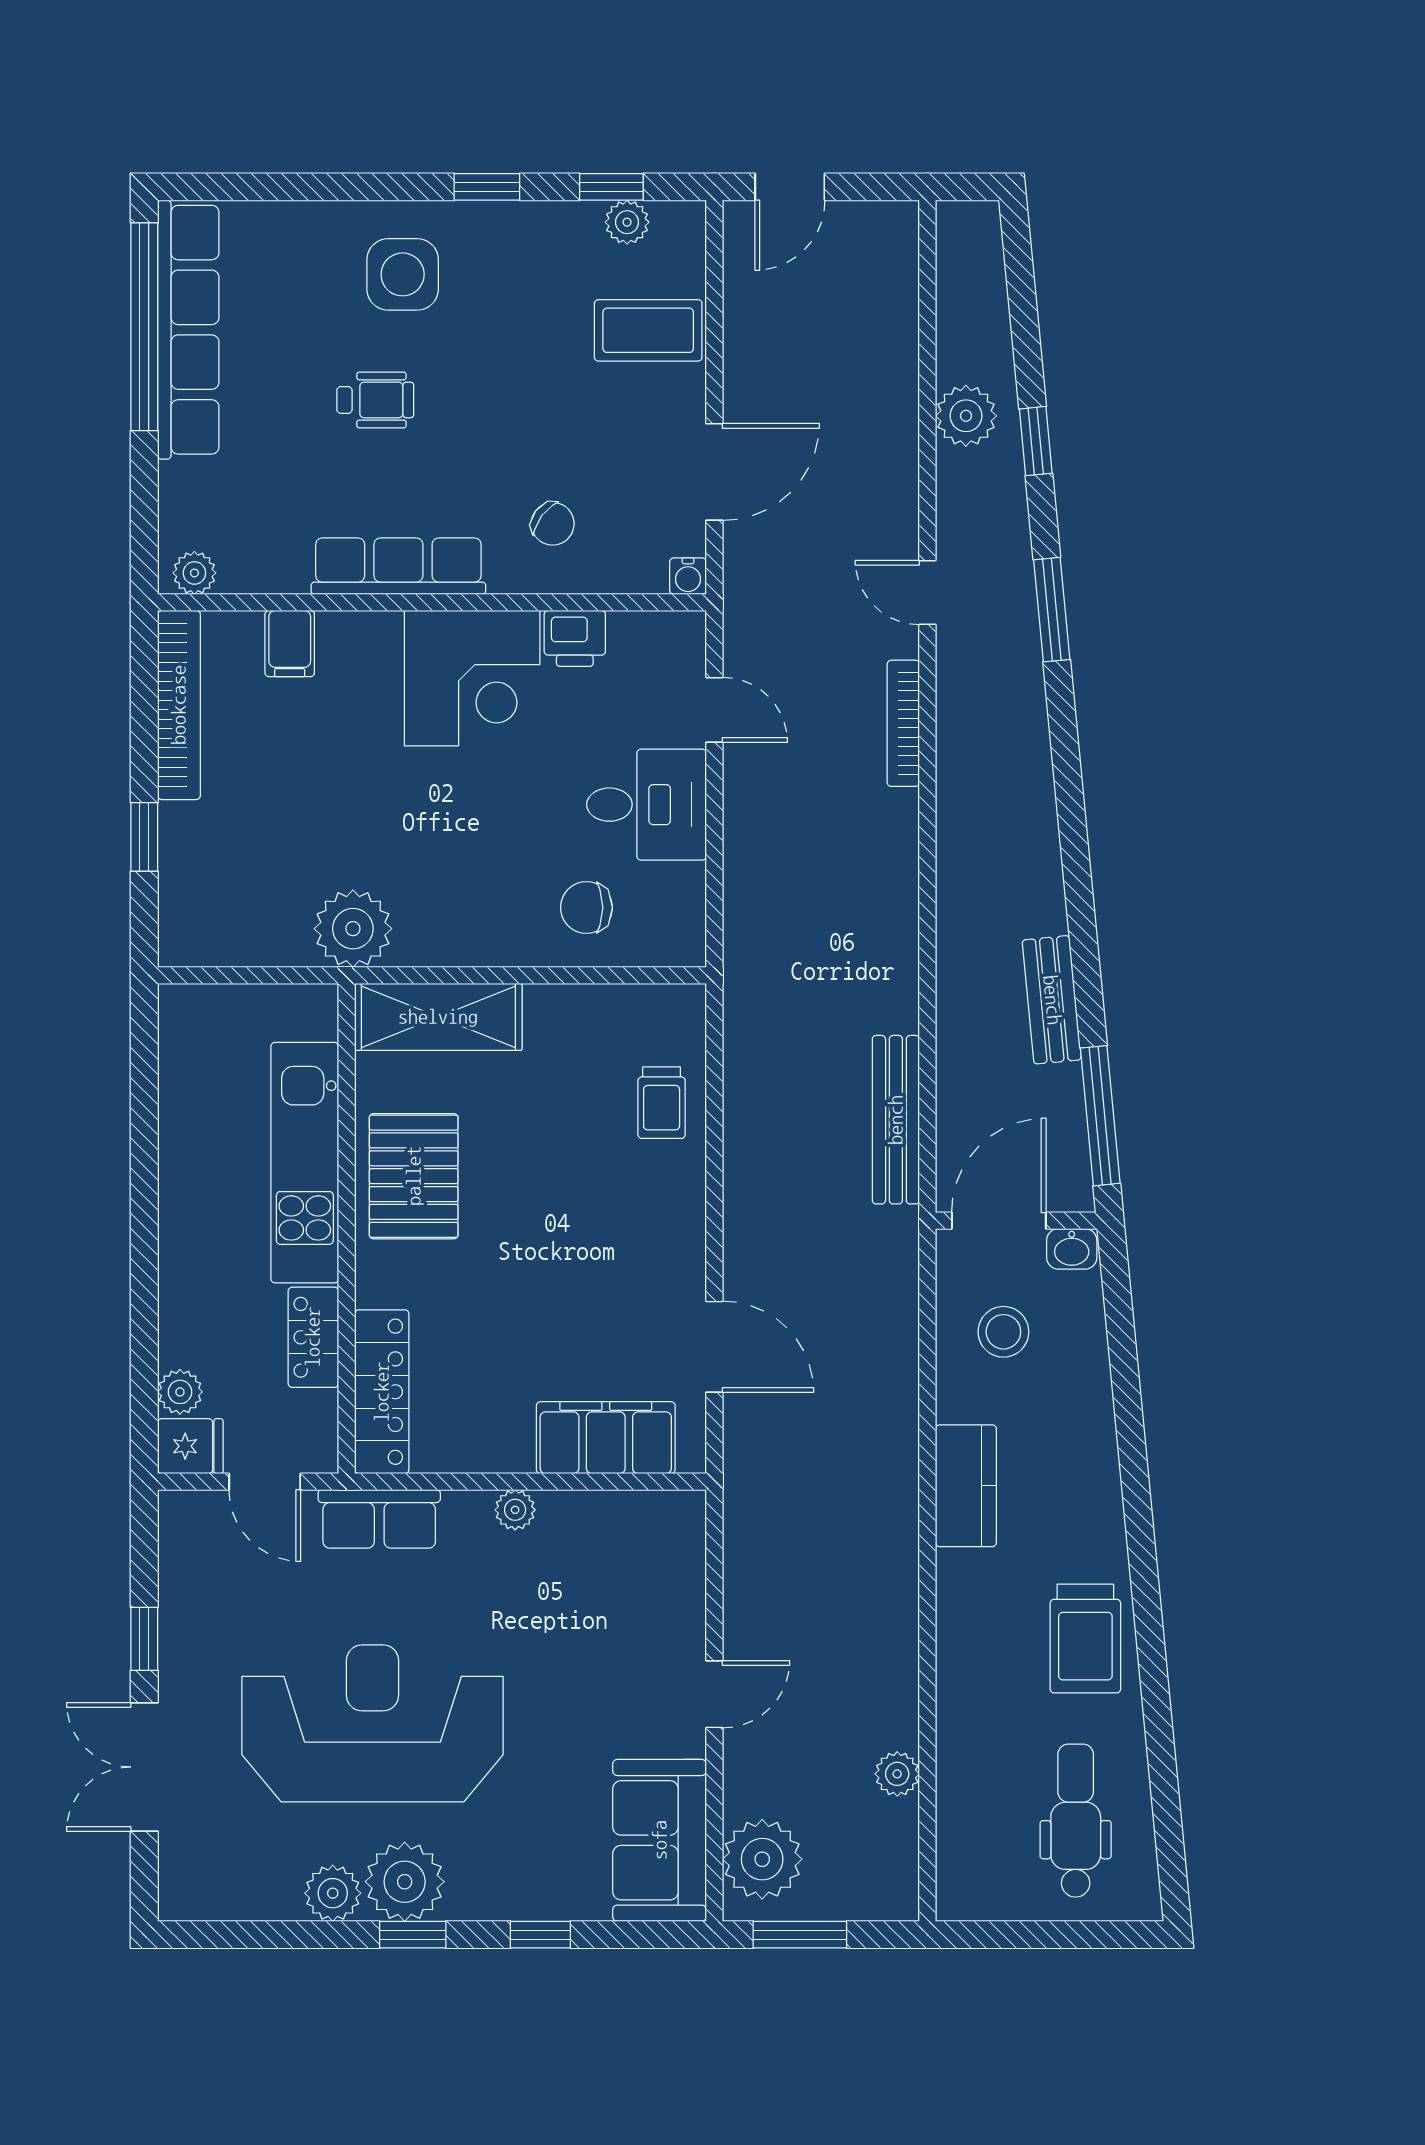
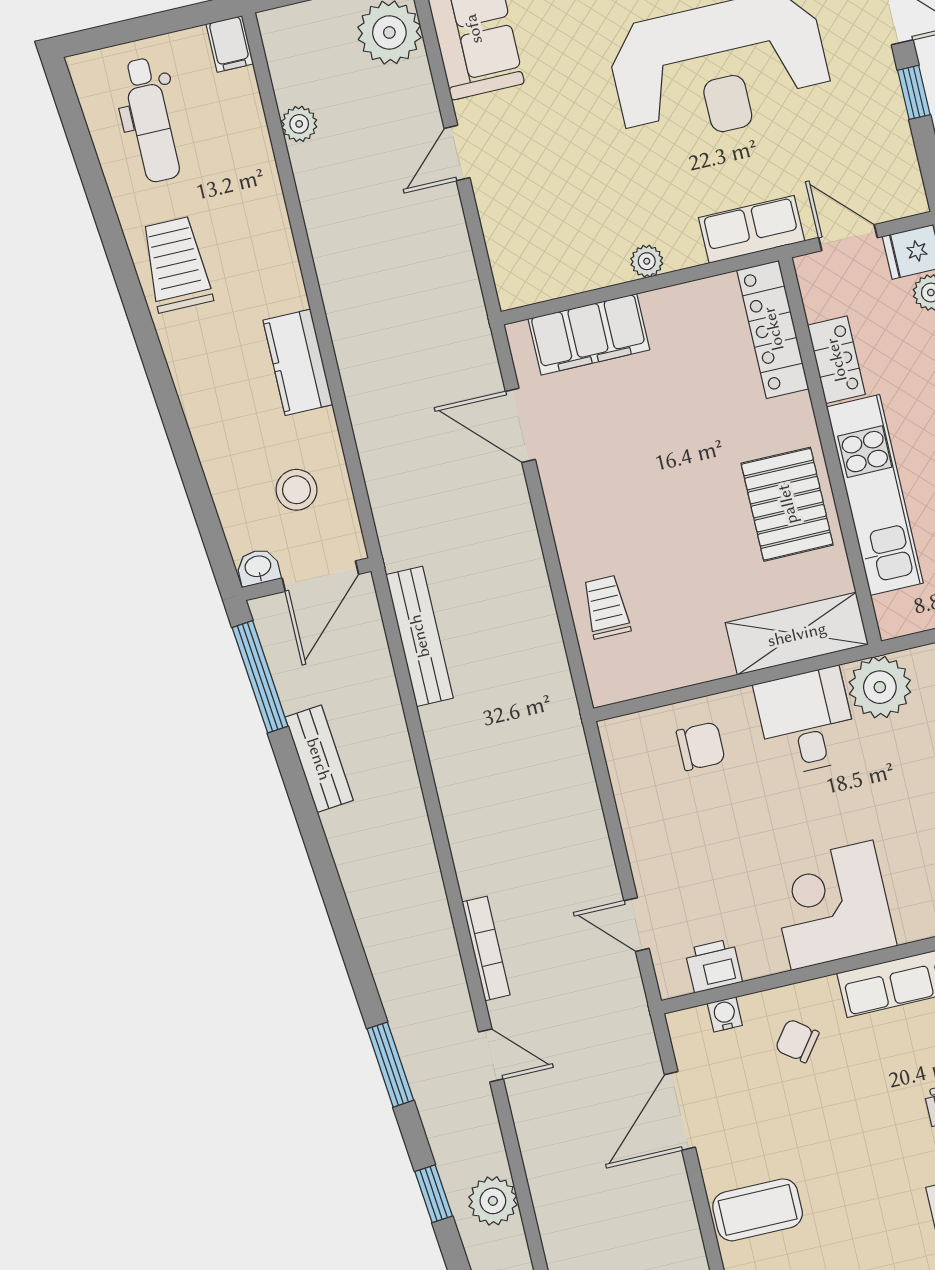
water cooler: (688, 576) -> (725, 1014), moved
printer: (575, 638) -> (714, 966), moved
desk: (646, 805) -> (806, 722), moved, turned 90
filing cabinet: (959, 1890) -> (230, 44), added

